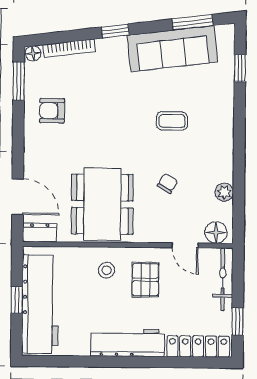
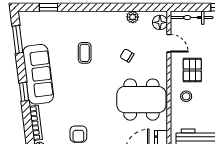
sofa: (172, 49) -> (38, 74), moved
door: (185, 245) -> (169, 43), hinge flipped
pallet: (145, 280) -> (192, 70), turned 90

